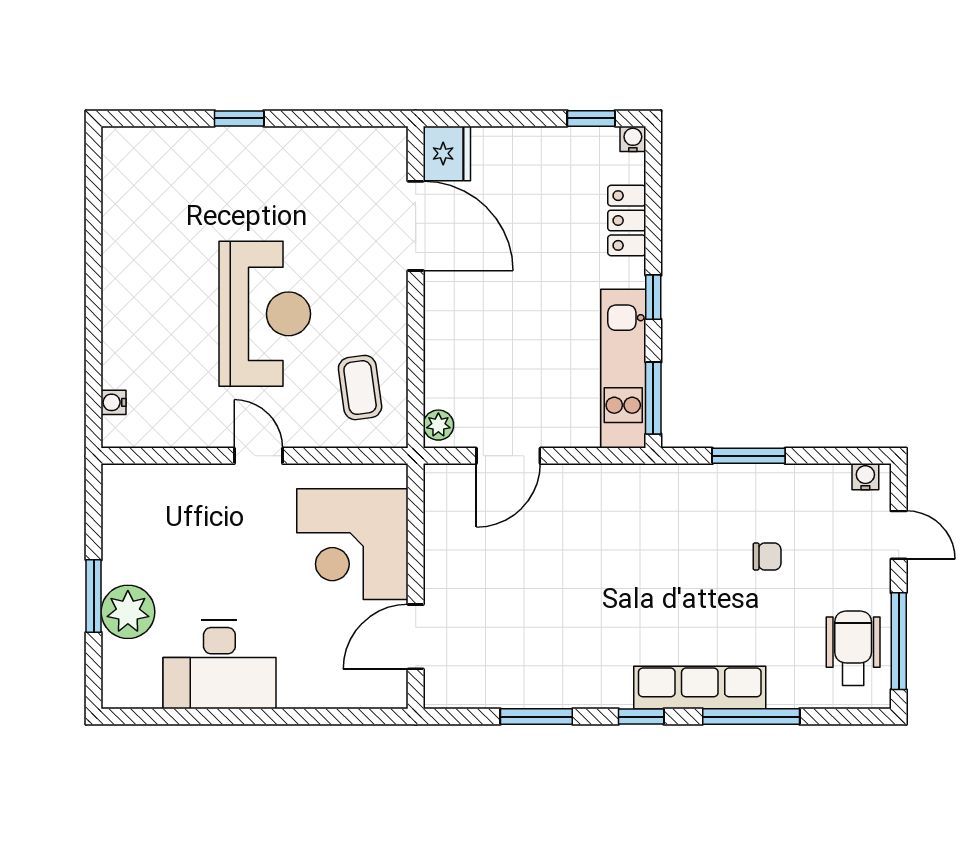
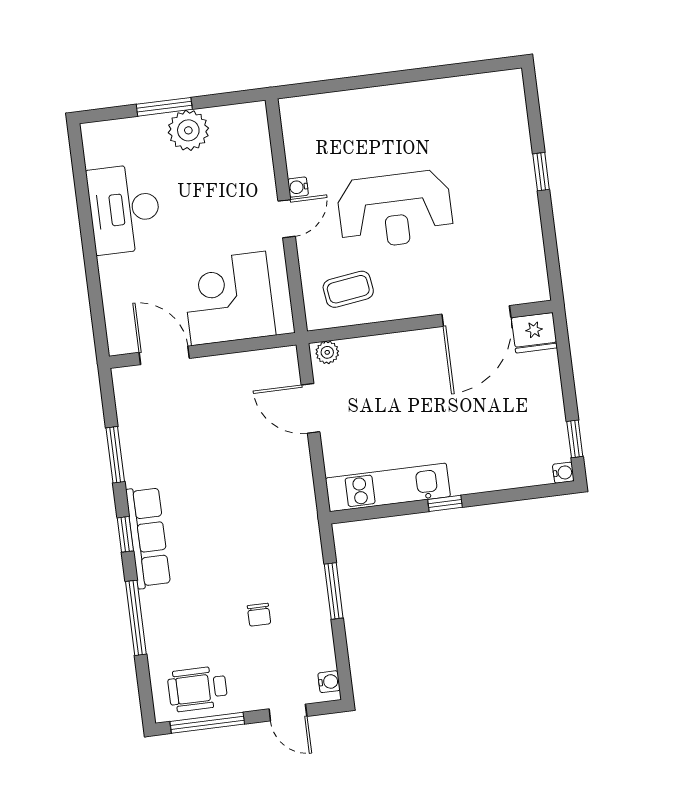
locker: (627, 220) -> (501, 476), removed
window: (653, 398) -> (368, 513), removed
water cooler: (113, 402) -> (298, 187), moved, turned -90
door: (899, 535) -> (288, 713), hinge flipped
plant: (128, 612) -> (188, 130), moved
wheelchair: (853, 648) -> (198, 689), turned 180
row of seats: (700, 688) -> (148, 537), moved

